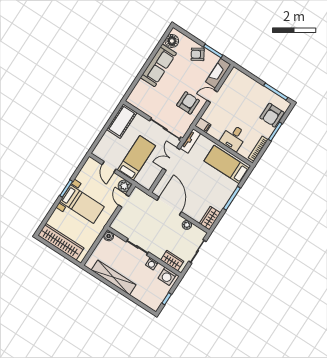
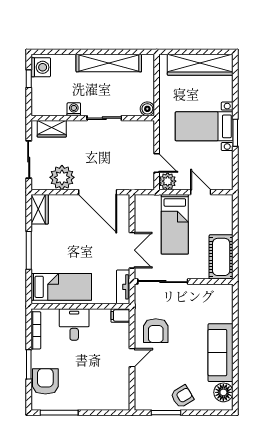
fireplace: (218, 73) -> (143, 390), removed
plant: (187, 225) -> (62, 177), width x1.88, depth x1.88
washing machine: (167, 276) -> (41, 67), moved, turned 90

